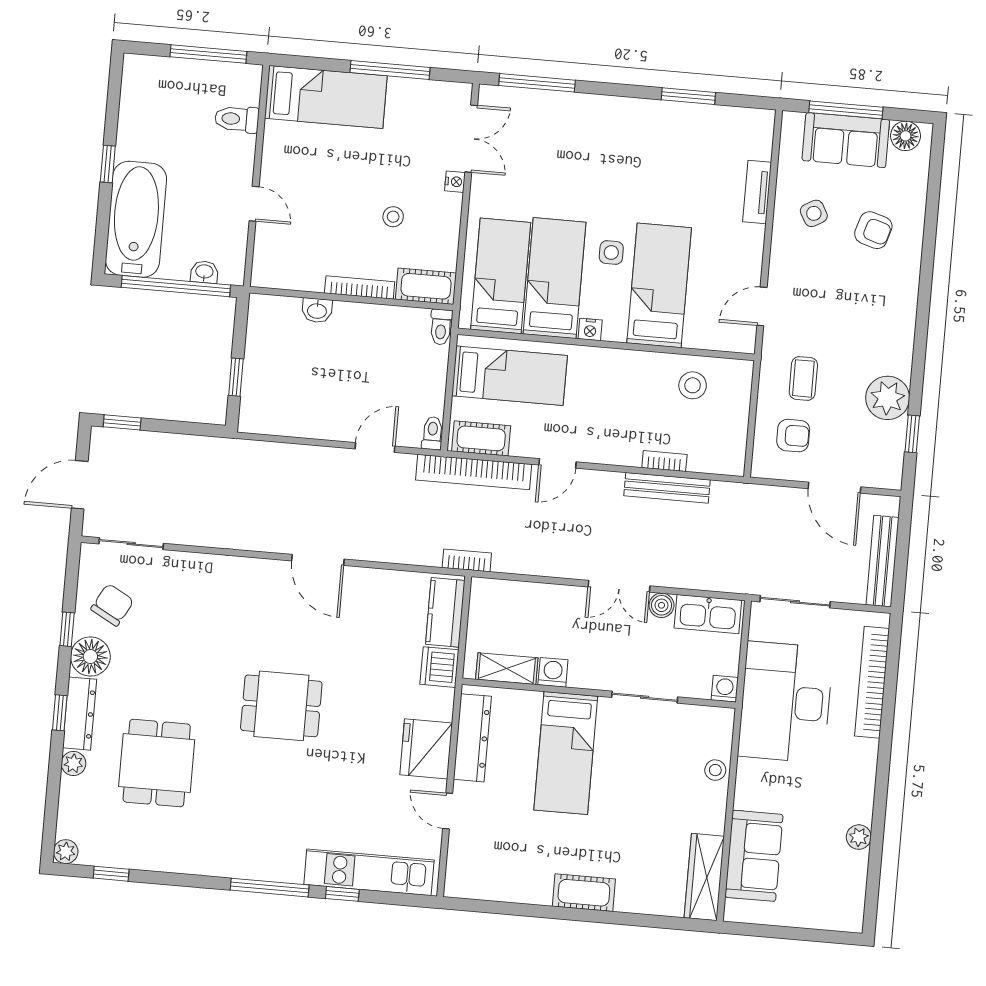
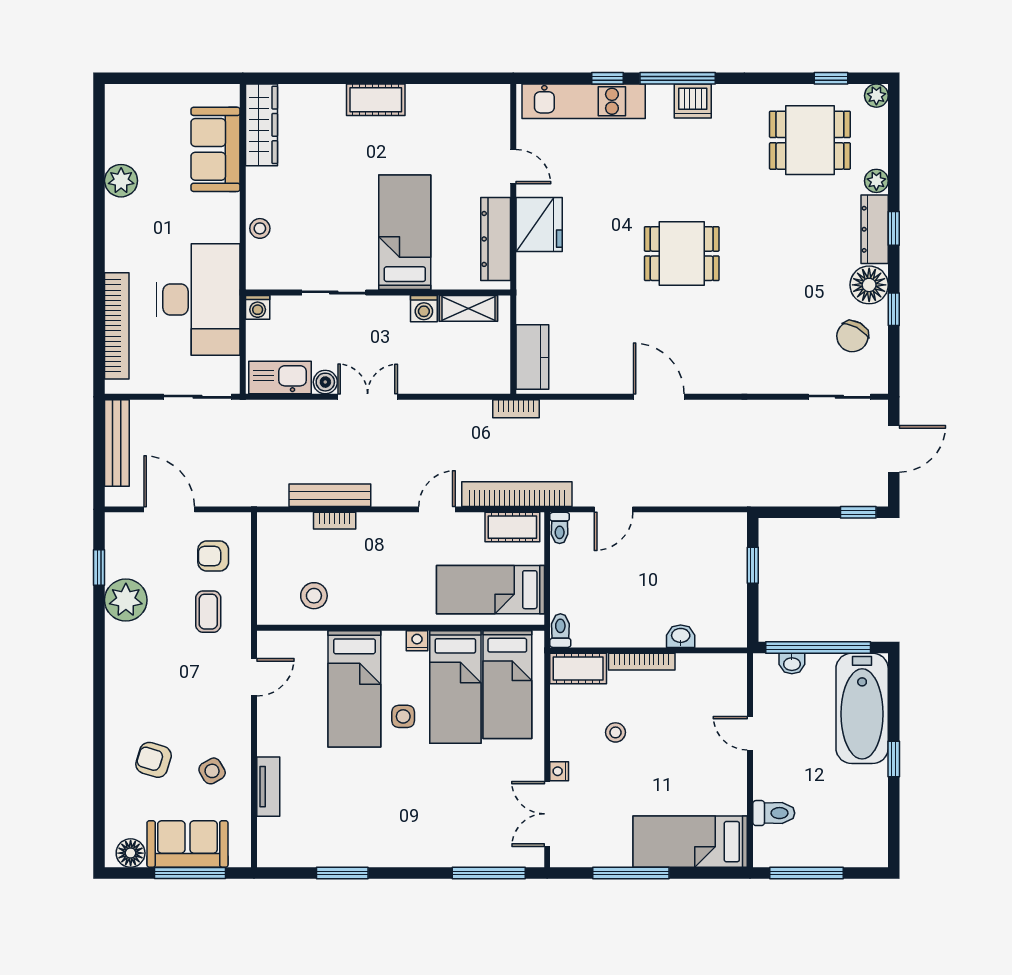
dishwasher: (439, 667) -> (693, 101), moved, turned 90
dining table: (157, 763) -> (810, 140), moved, turned 90
plant: (859, 837) -> (121, 181), width x1.38, depth x1.38

